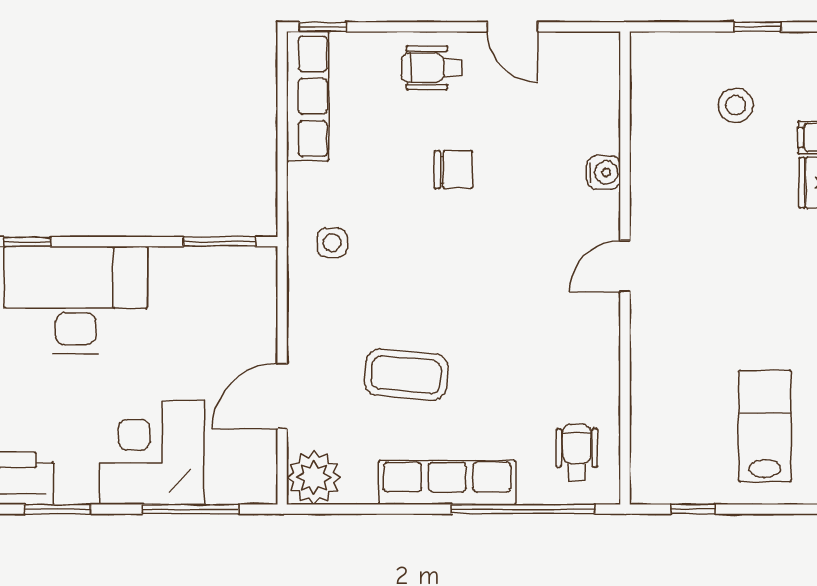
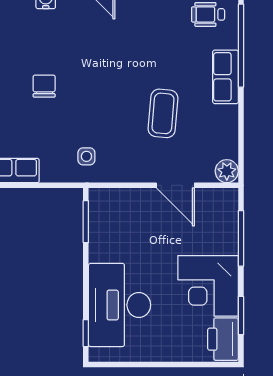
corner desk: (152, 452) -> (208, 286), moved
plant: (314, 477) -> (227, 171), width x0.73, depth x0.73
row of seats: (447, 482) -> (225, 77), width x0.68

